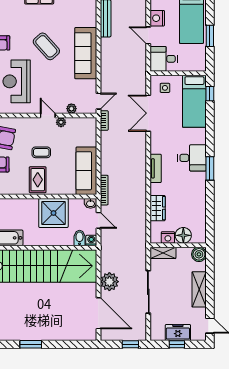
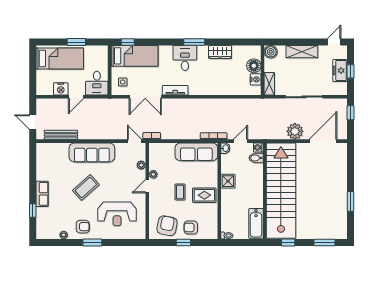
tv unit: (156, 168) -> (175, 90), moved
wardrobe: (158, 208) -> (220, 52), moved, turned 180
shower: (53, 213) -> (228, 181), width x0.54, depth x0.54

